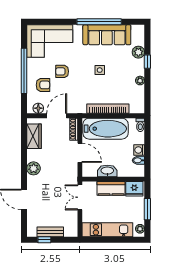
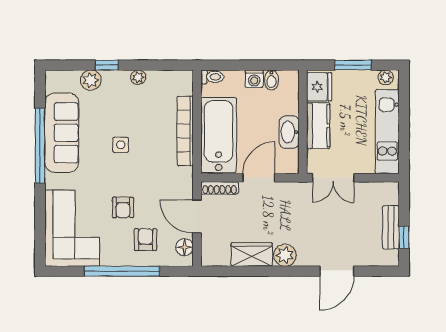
wardrobe: (34, 136) -> (252, 254), moved

